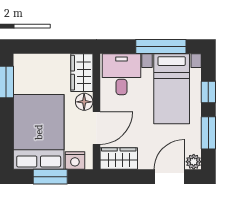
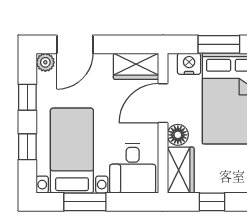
window: (56, 46) -> (212, 202), added
window: (161, 46) -> (85, 202), width x0.69
window: (208, 133) -> (27, 97), width x0.67

